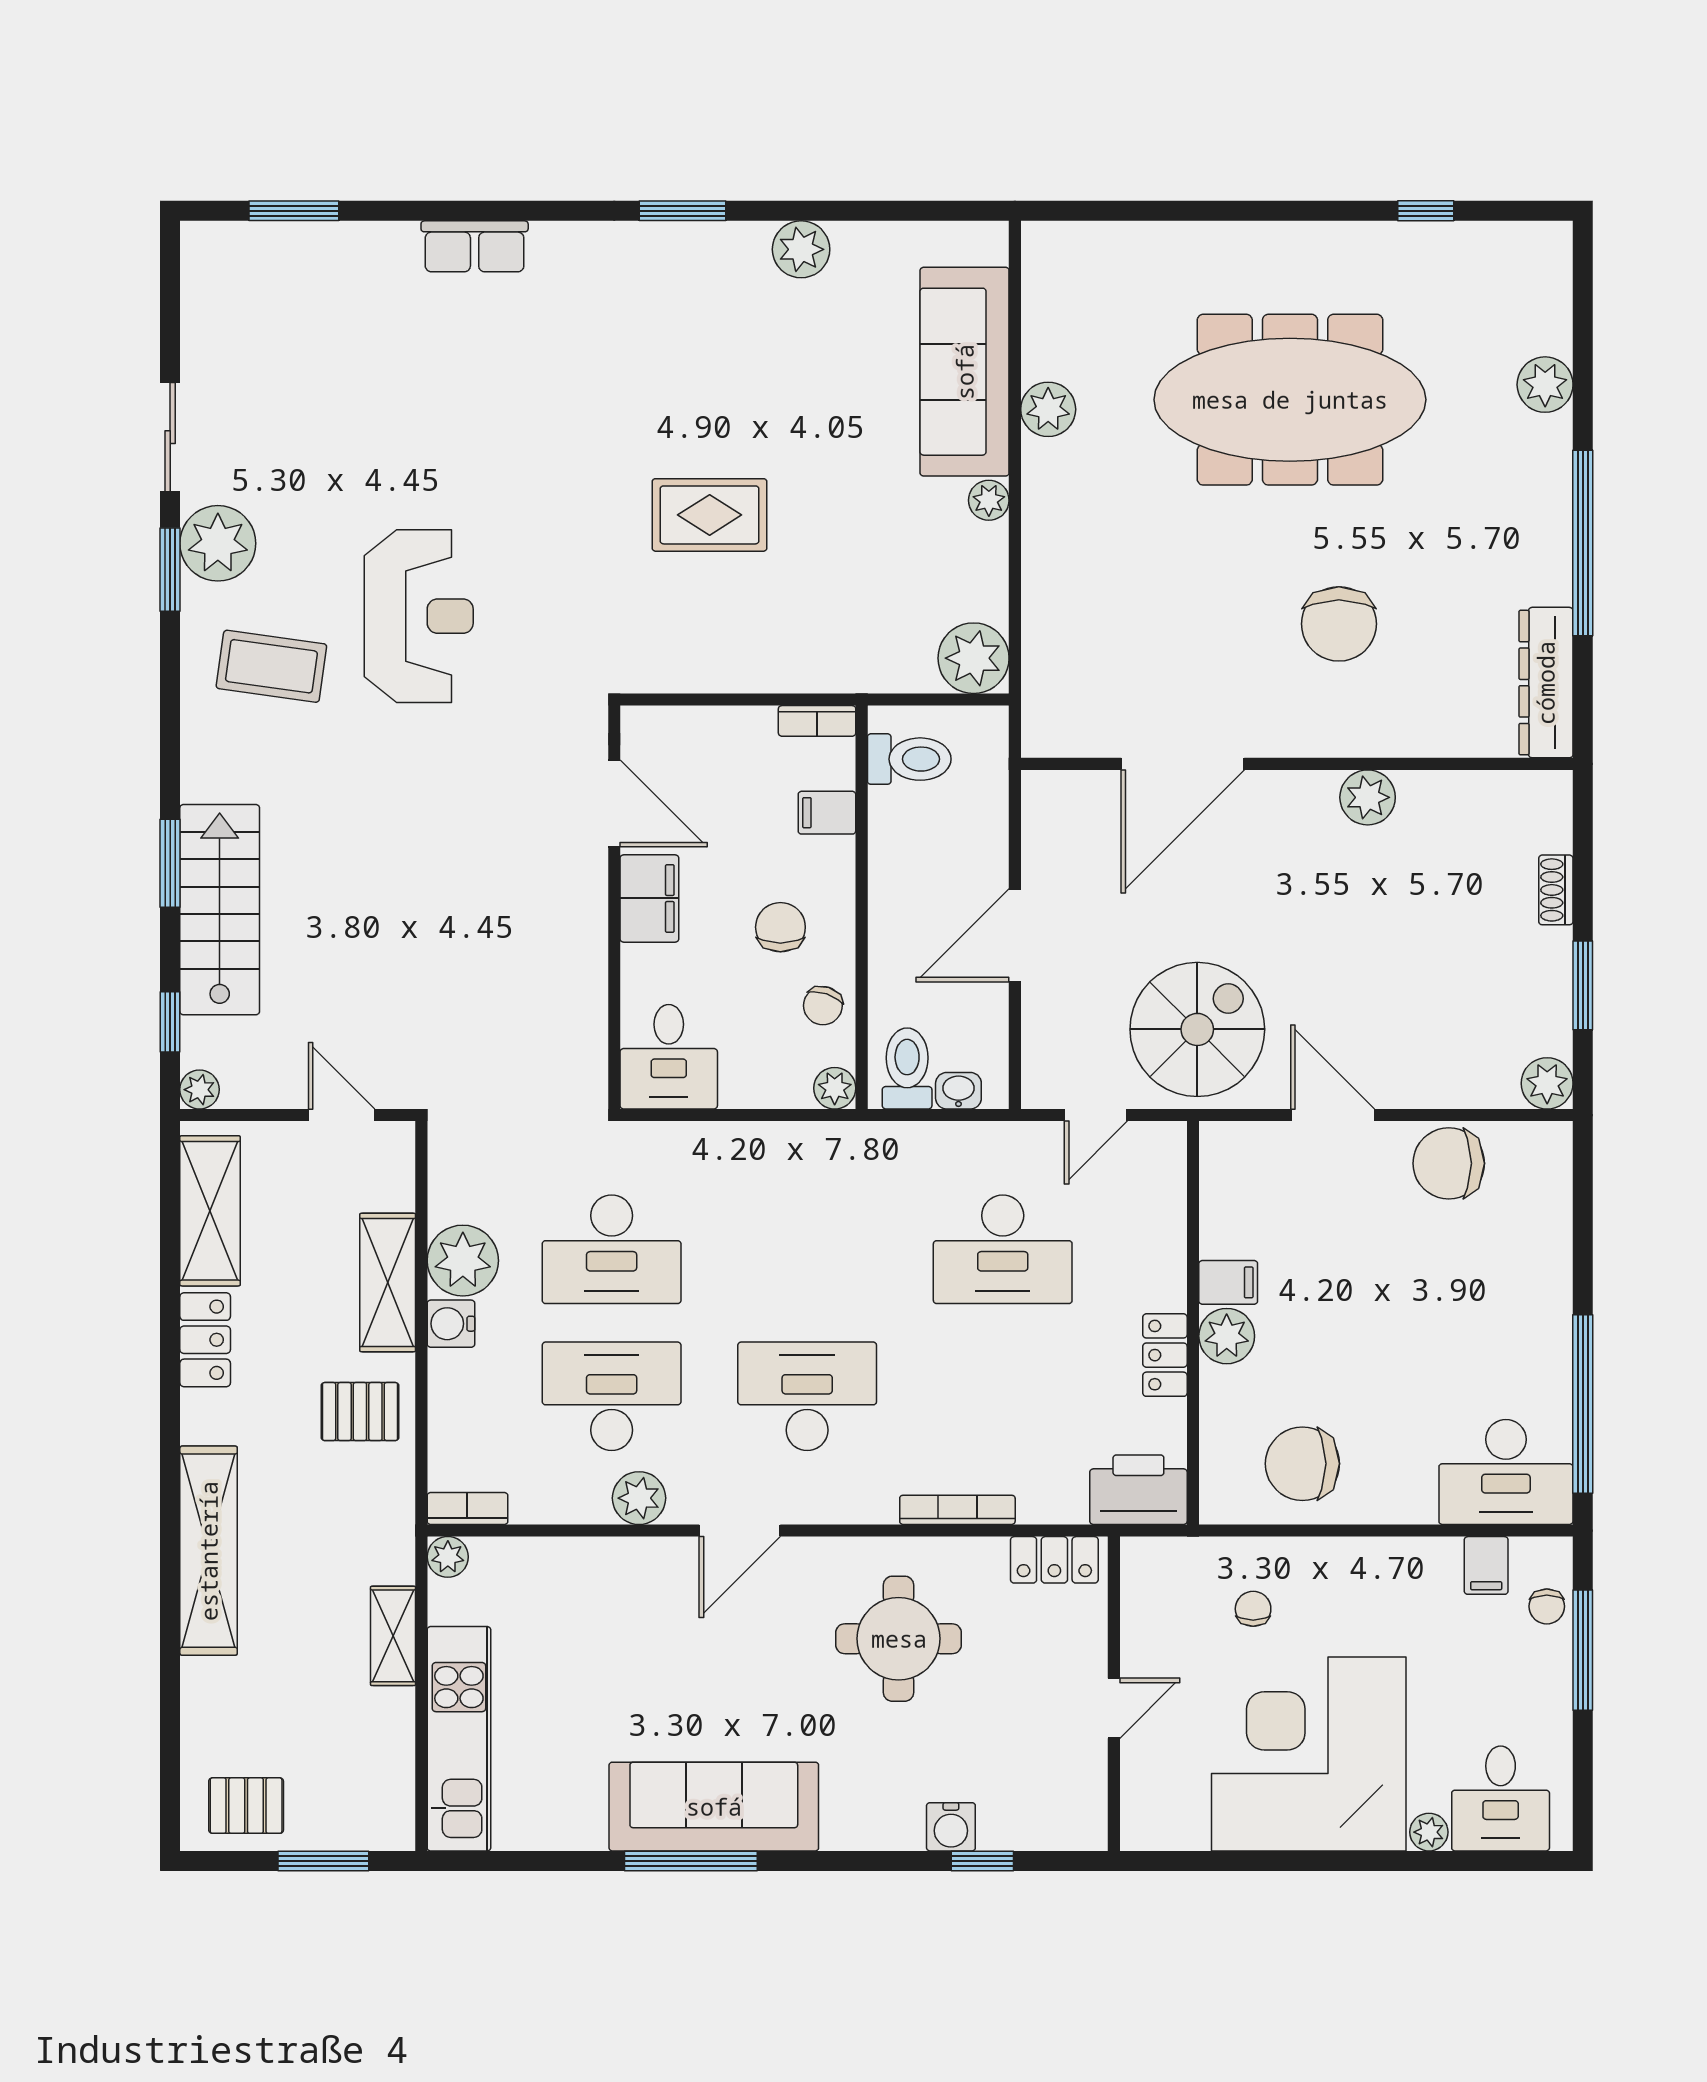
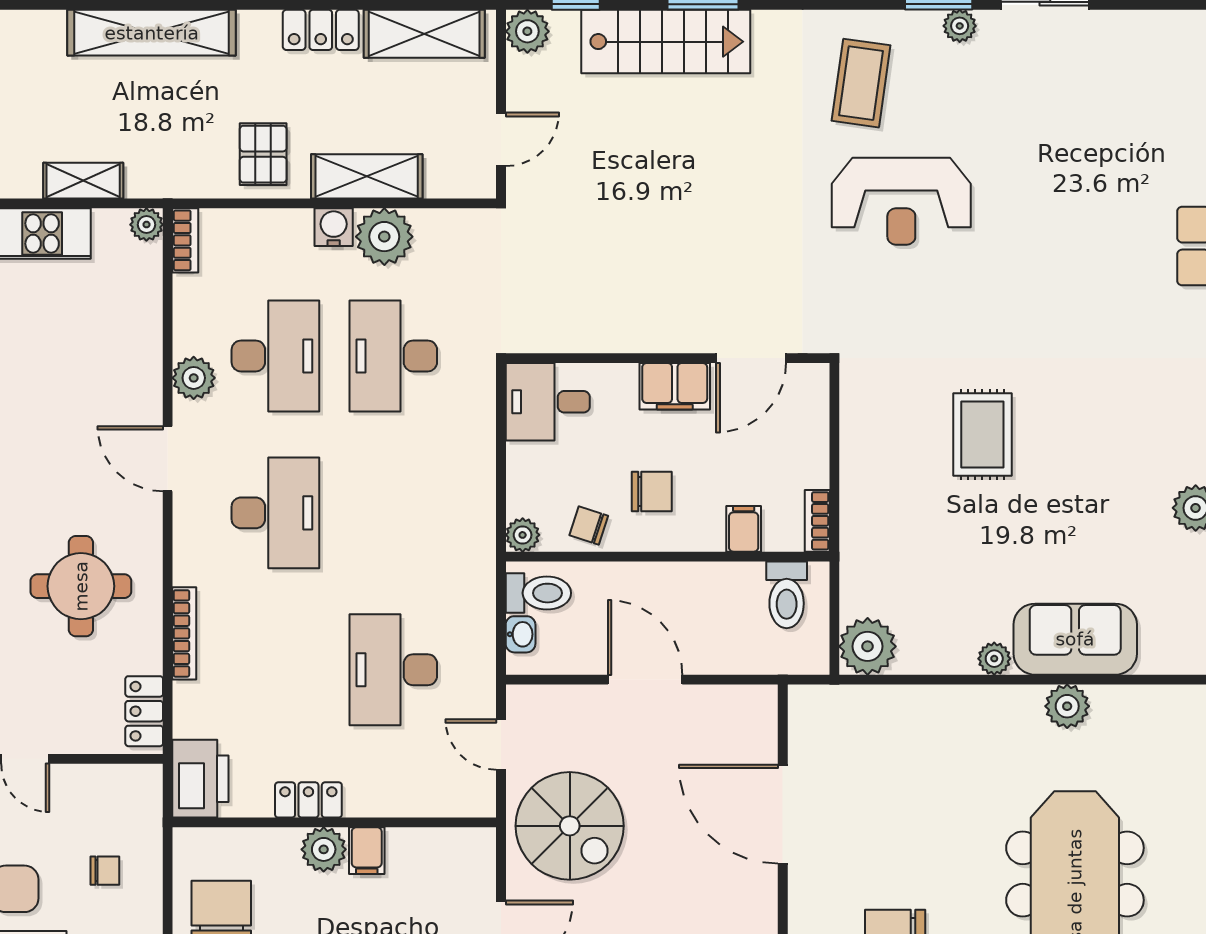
sofa: (965, 372) -> (1075, 639), width x0.73
plant: (218, 543) -> (960, 26), width x0.53, depth x0.53
plant: (200, 1090) -> (527, 31), width x1.38, depth x1.38

